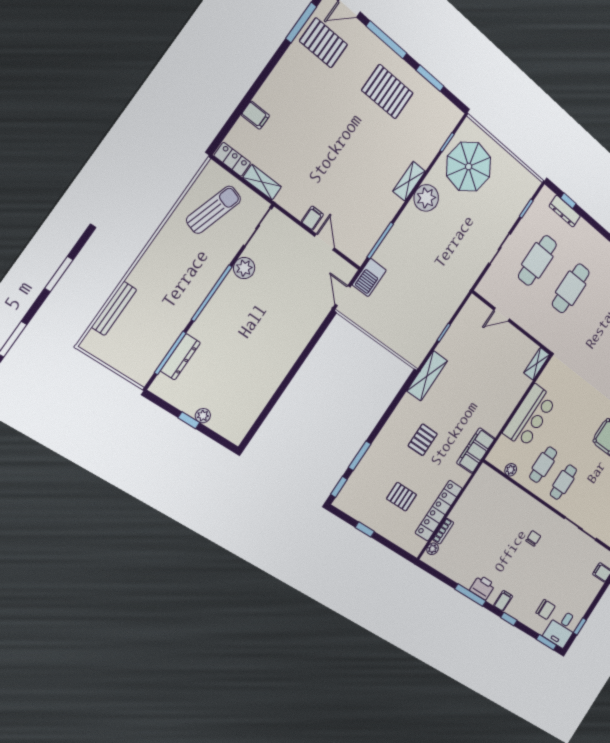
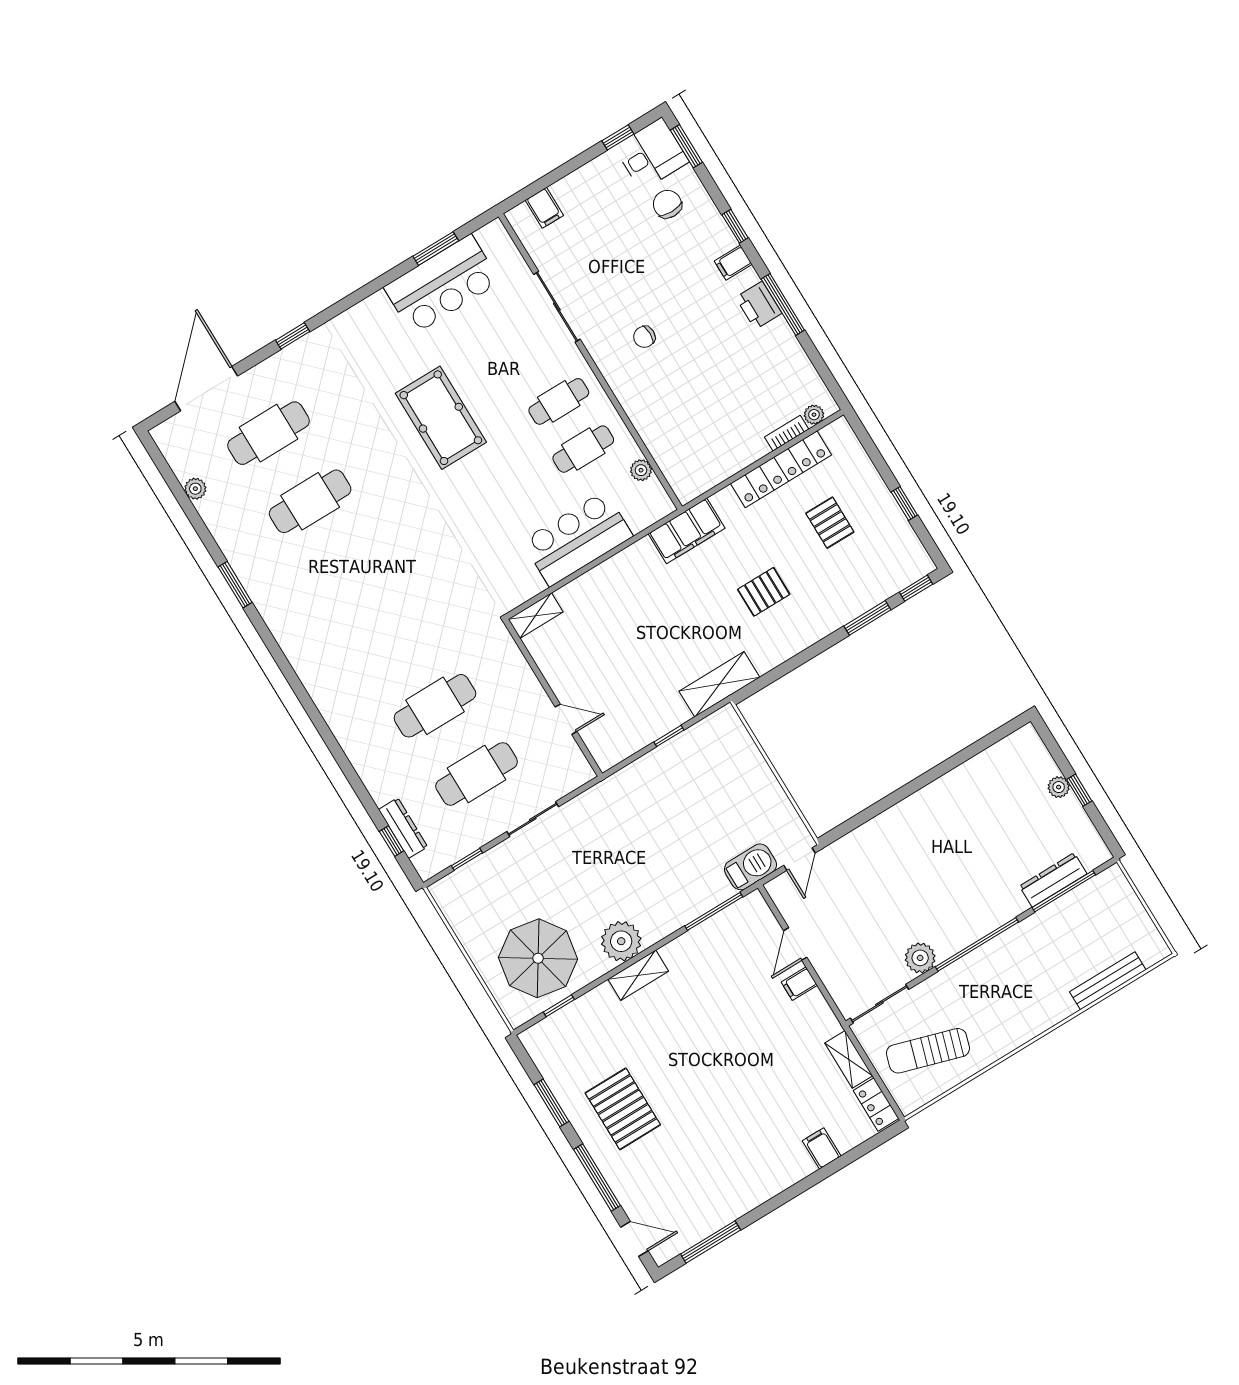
pallet: (324, 43) -> (690, 1205), removed

